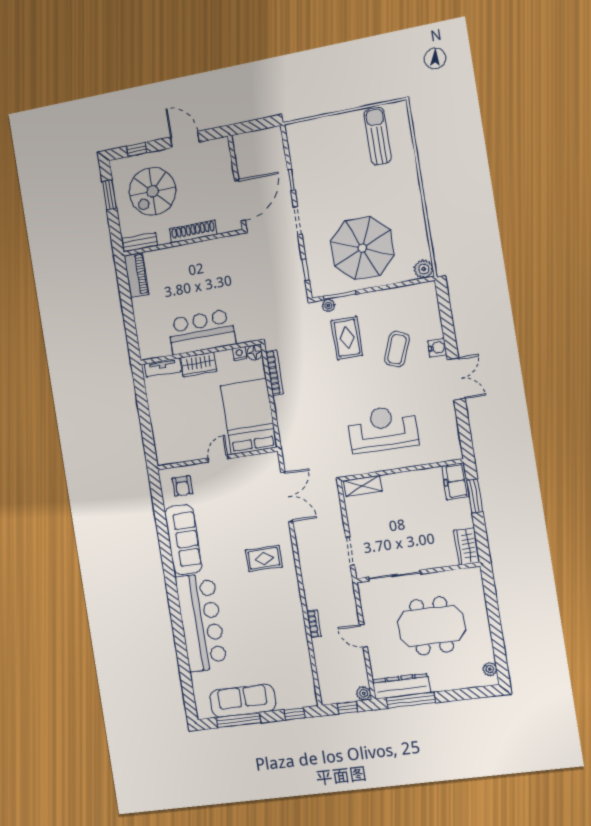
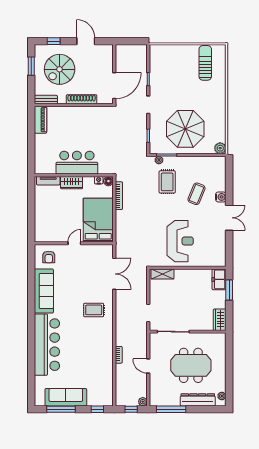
reception desk: (383, 429) -> (180, 241), turned 90
dresser: (401, 686) -> (198, 400), moved

